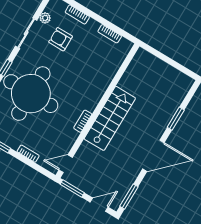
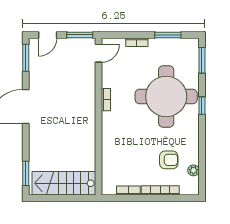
bookcase: (77, 14) -> (160, 190), width x1.56
sliding door: (26, 33) -> (202, 147), removed
stairs: (110, 118) -> (64, 183), moved, turned 90
window: (176, 119) -> (26, 173), moved

